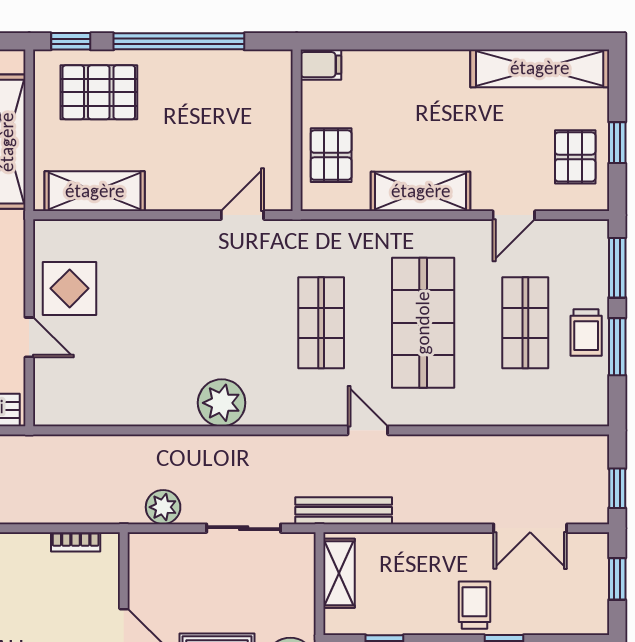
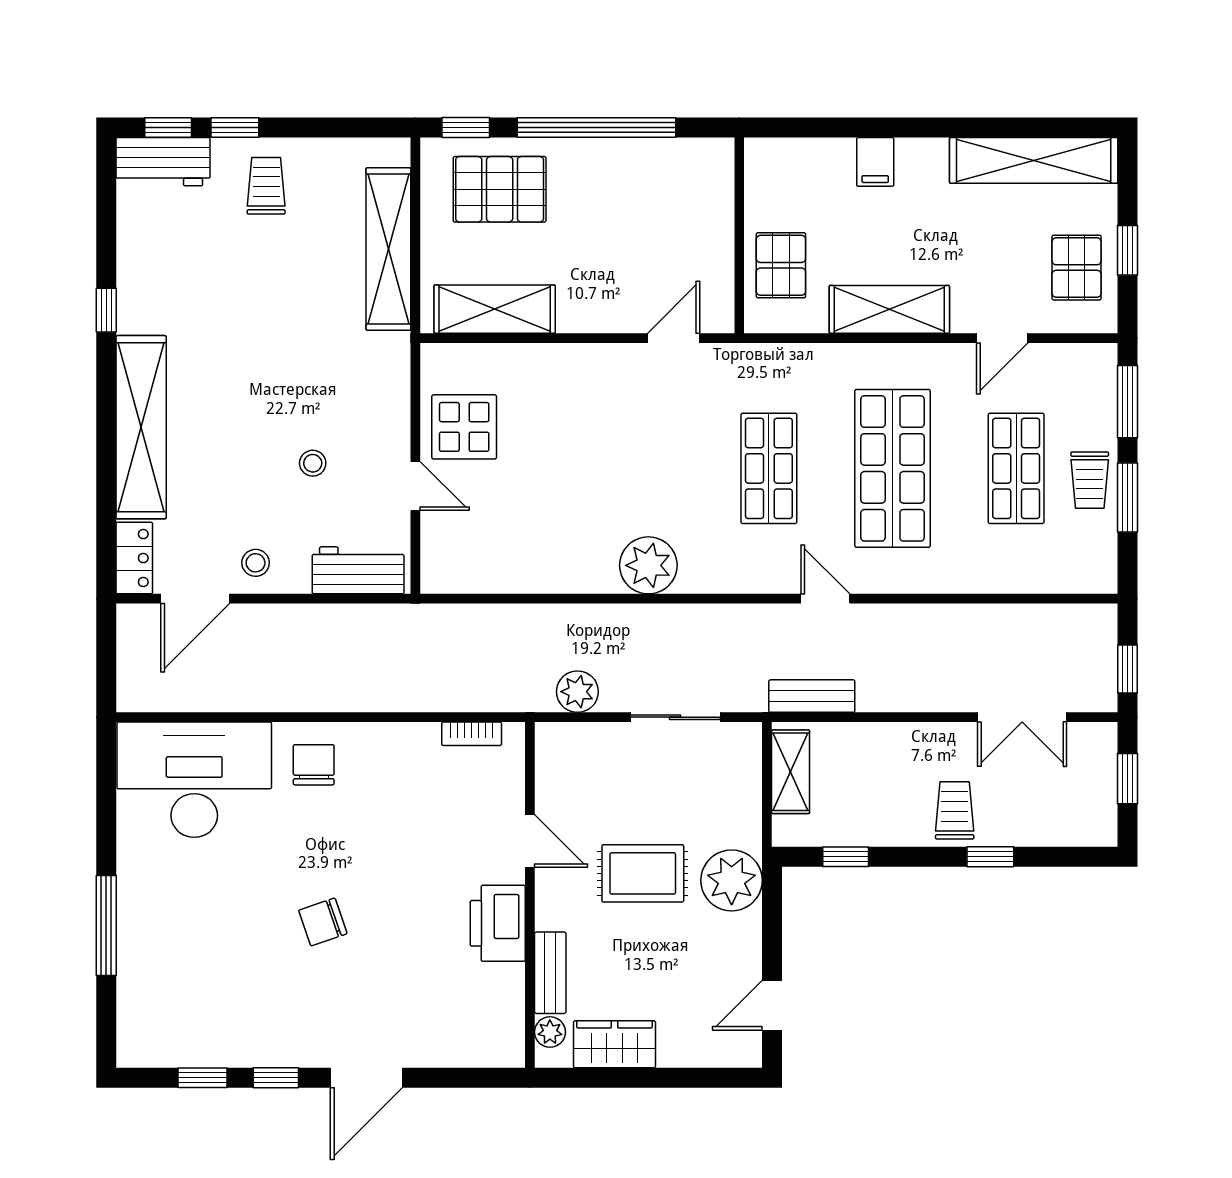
filing cabinet: (321, 65) -> (875, 162), moved, turned 90
bench: (344, 511) -> (812, 696), width x0.73

